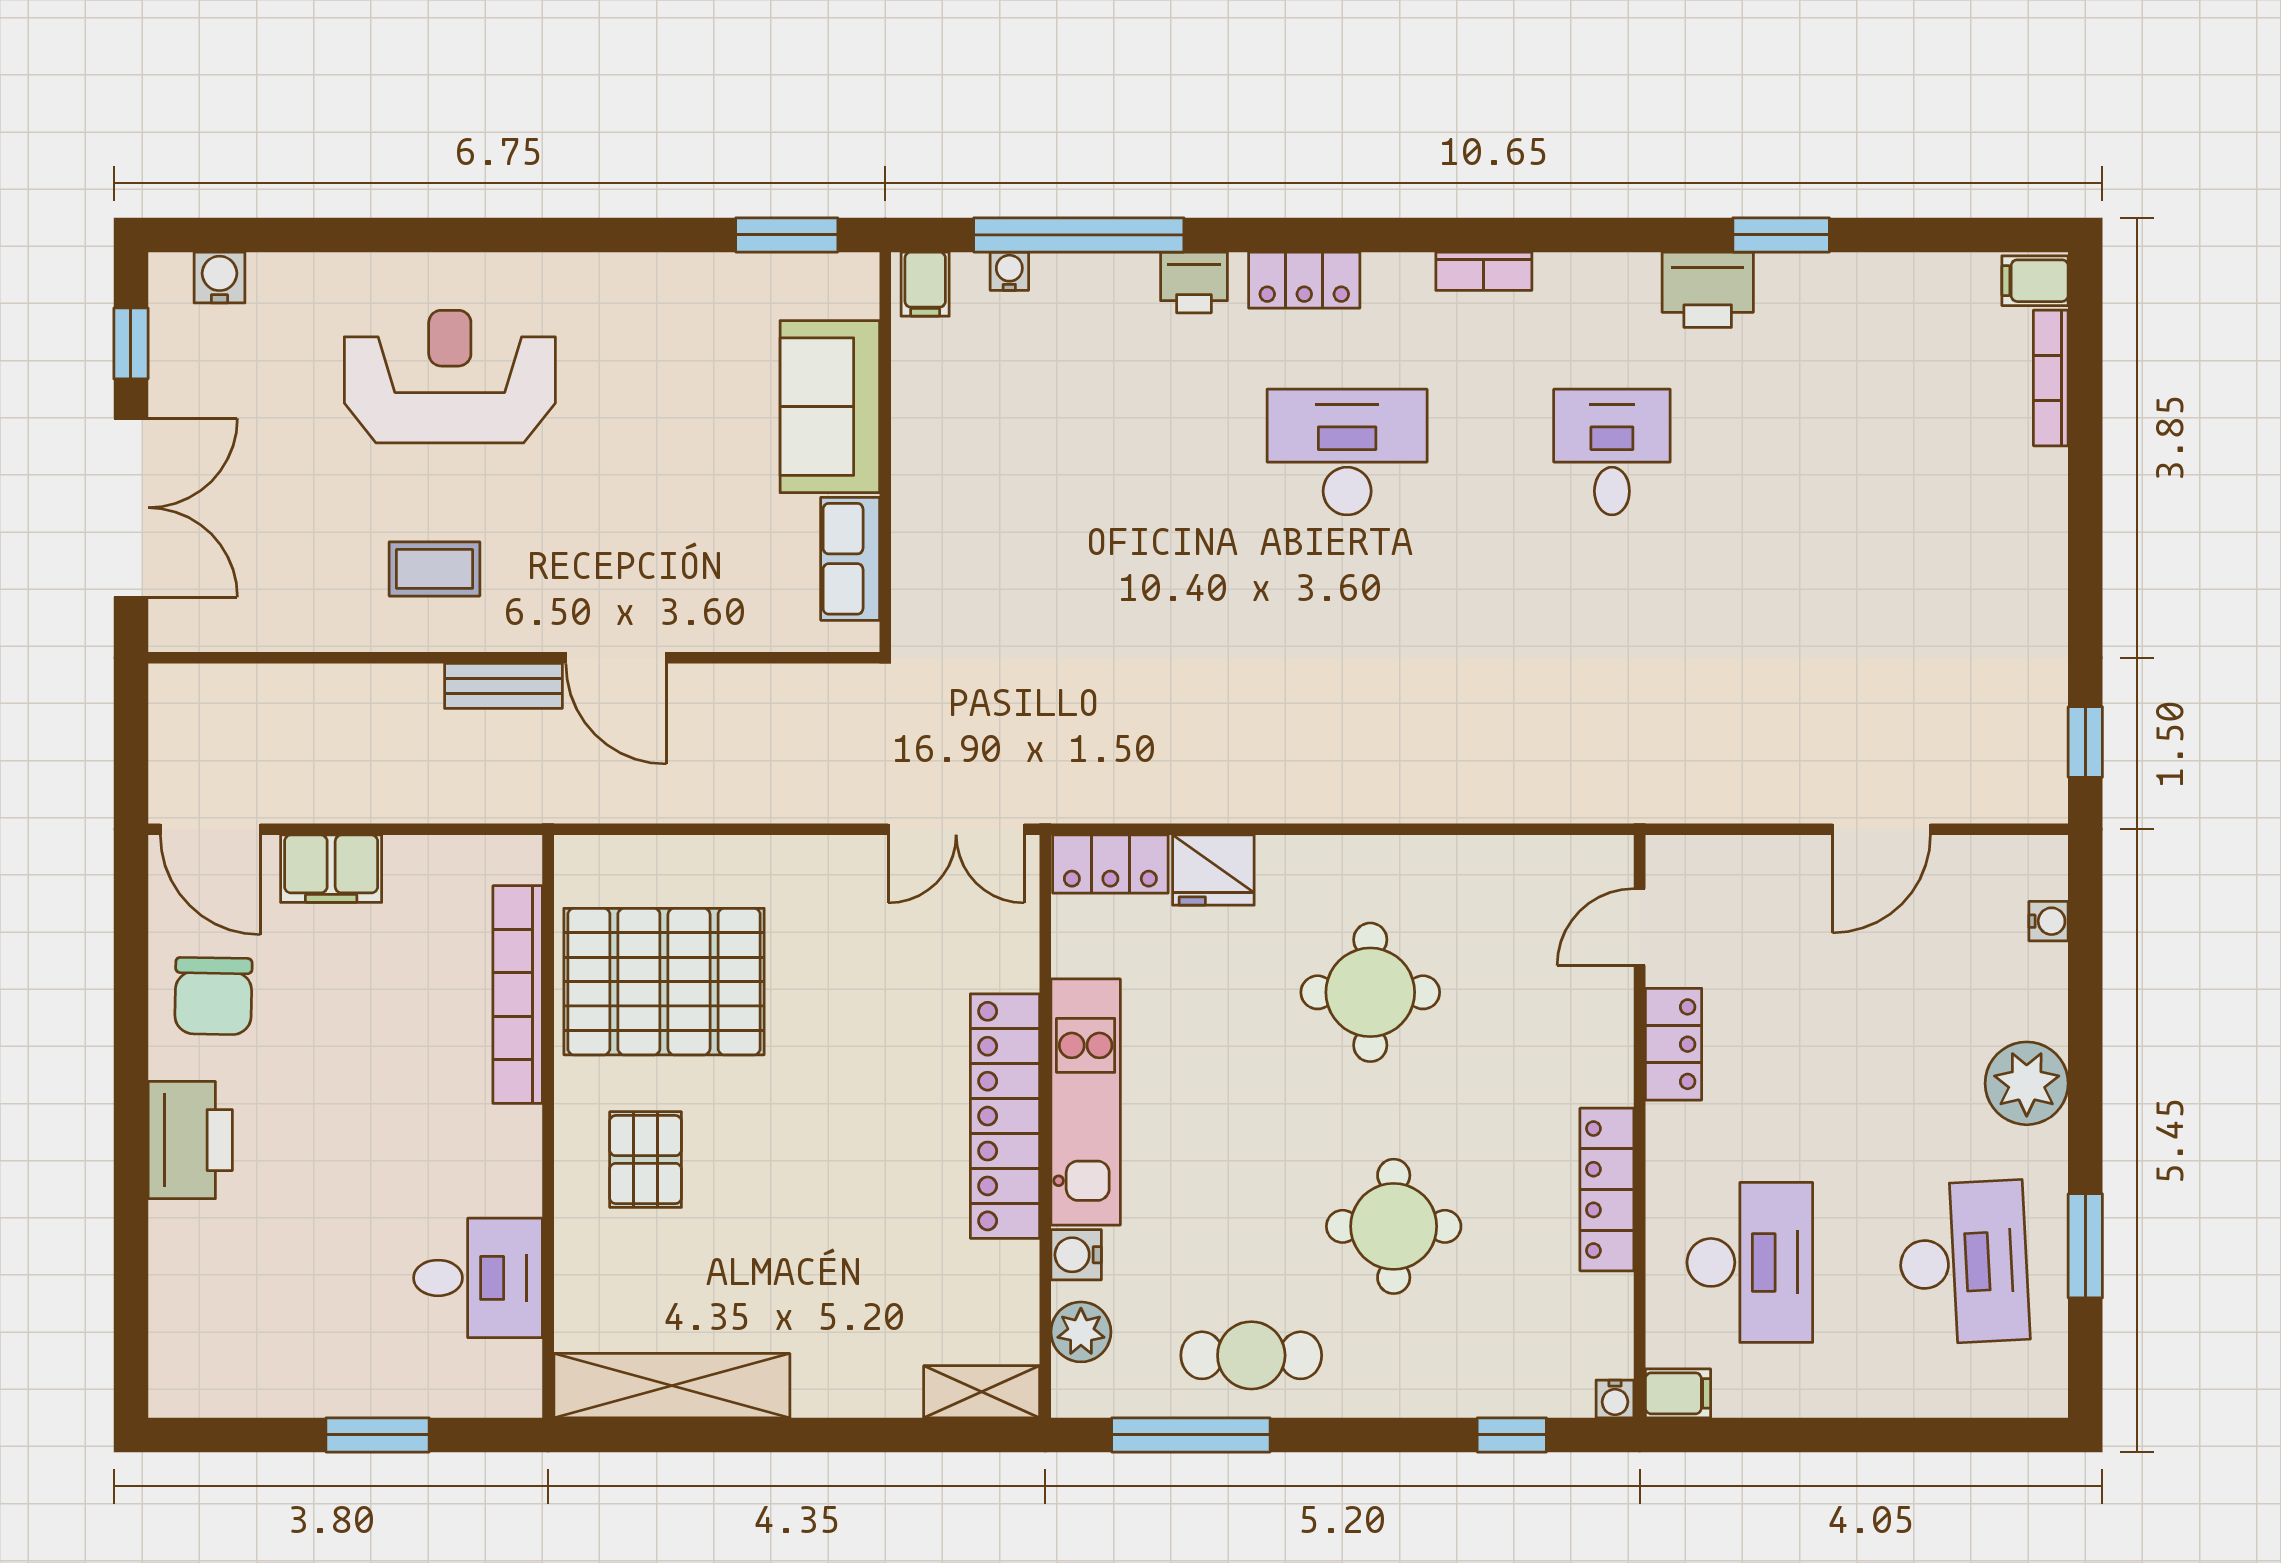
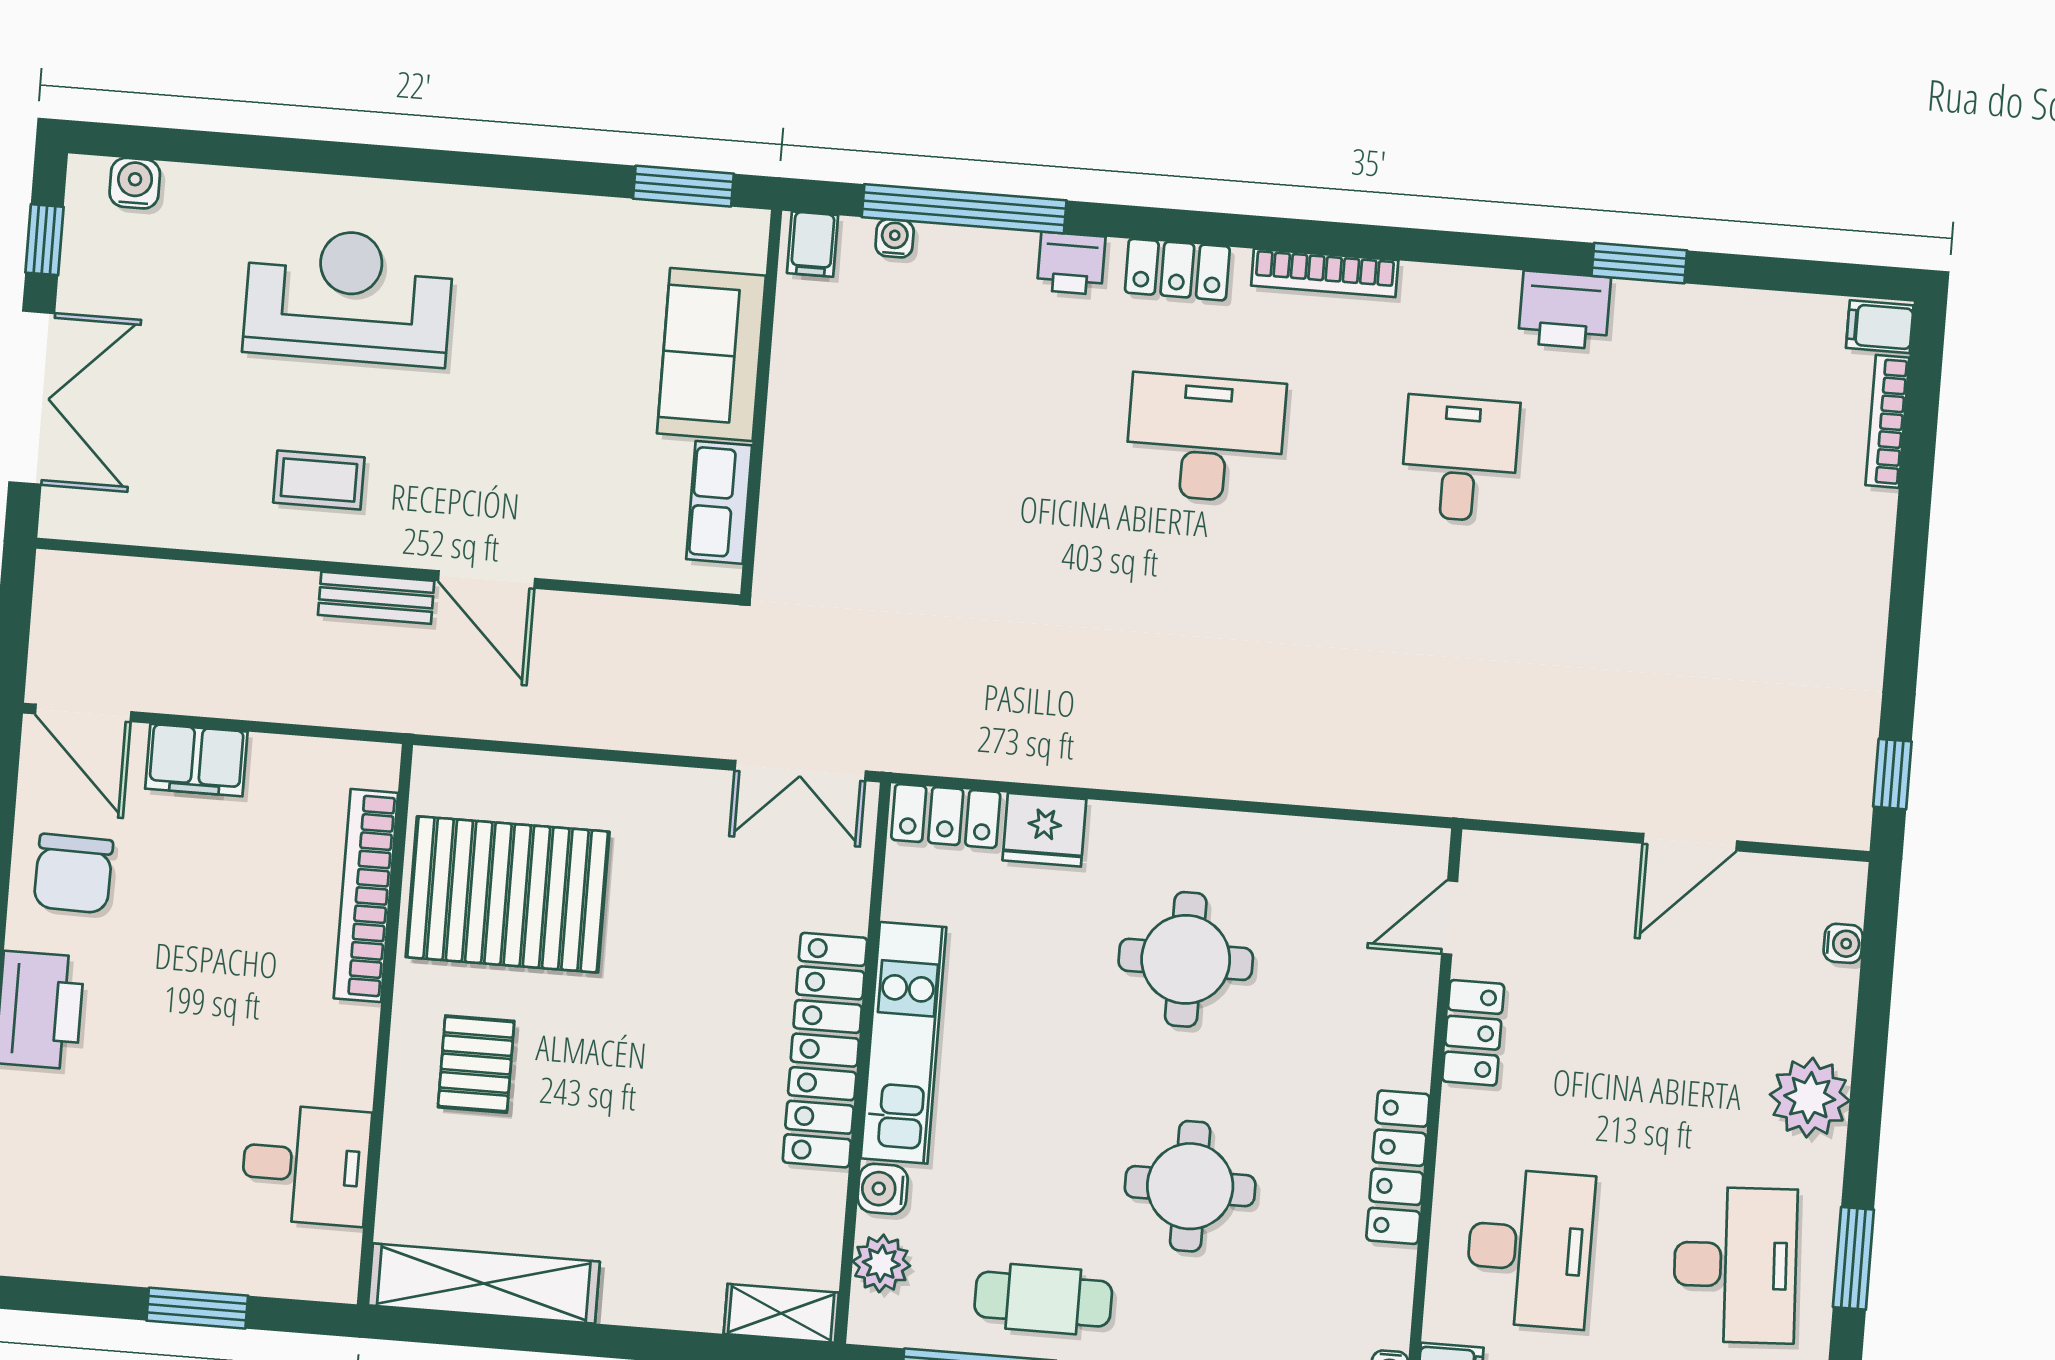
bookcase: (1484, 271) -> (1325, 273), width x1.56

